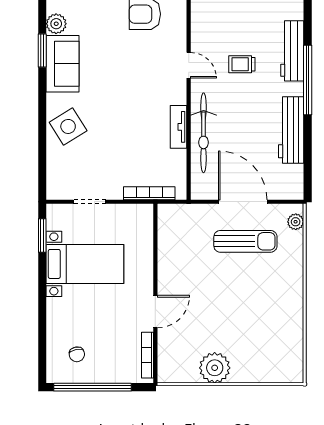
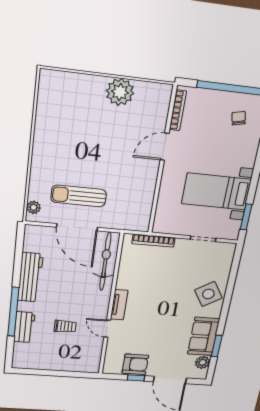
workbench: (292, 51) -> (24, 327), width x0.73
tv unit: (178, 127) -> (119, 305), moved
bicycle: (204, 133) -> (105, 262), moved

